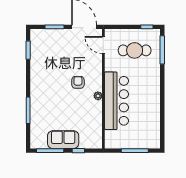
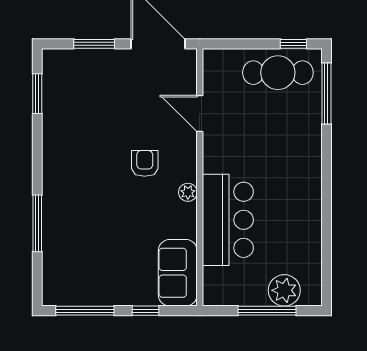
door: (103, 45) -> (200, 113), moved
cafe table: (135, 50) -> (278, 73), moved
bar counter: (117, 101) -> (228, 220), width x0.73
sofa: (63, 140) -> (178, 273), moved, turned -90
plant: (143, 141) -> (284, 290), added

